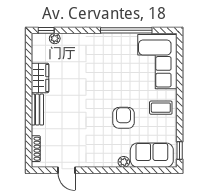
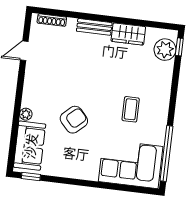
window: (126, 30) -> (166, 153), moved
plant: (55, 38) -> (165, 50), width x1.87, depth x1.87
coffee table: (161, 108) -> (131, 109), moved
armchair: (124, 118) -> (74, 120), turned -42

